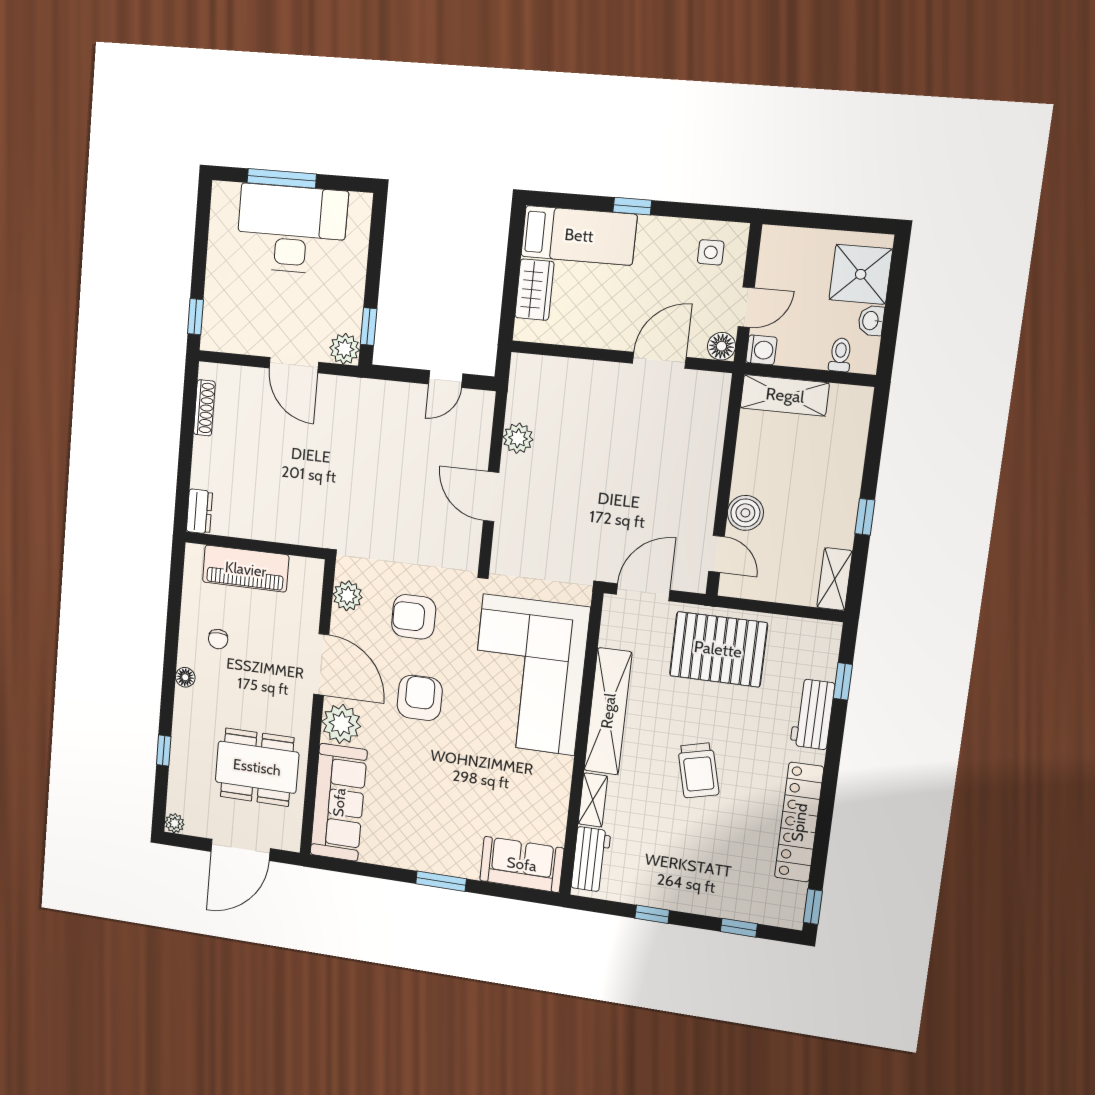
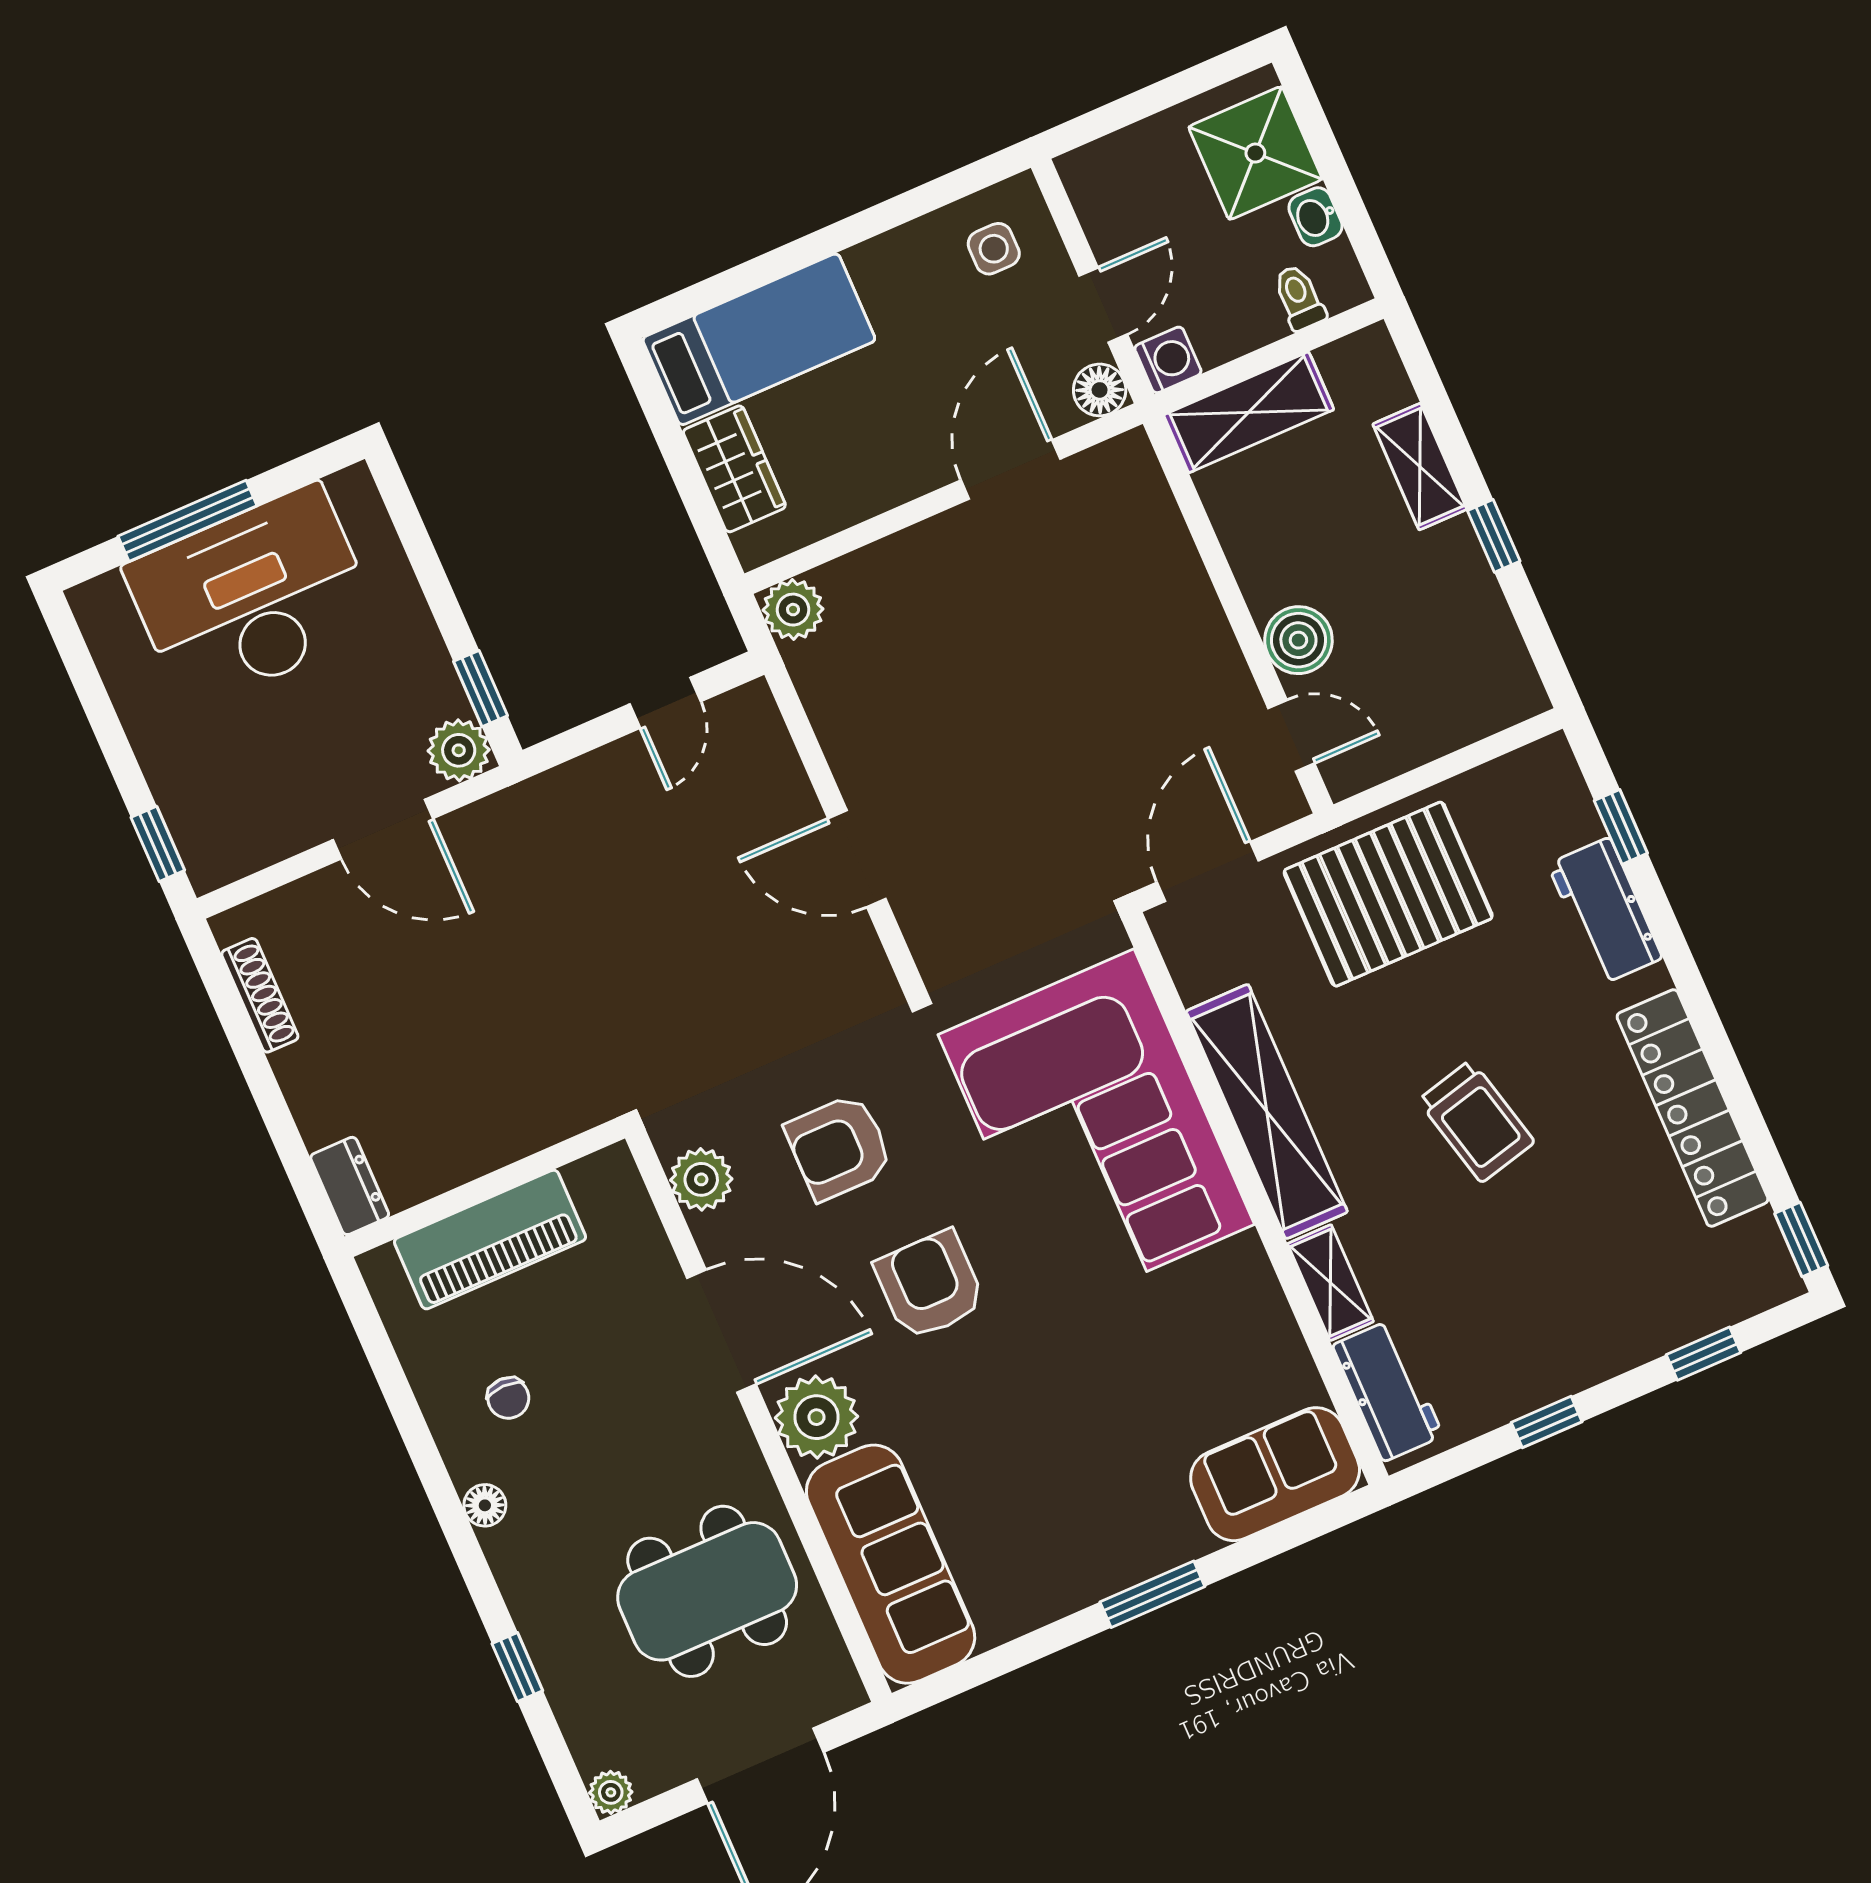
window: (632, 206) -> (821, 244), removed
plant: (518, 438) -> (793, 610), moved
shelving: (835, 579) -> (1420, 467), moved

